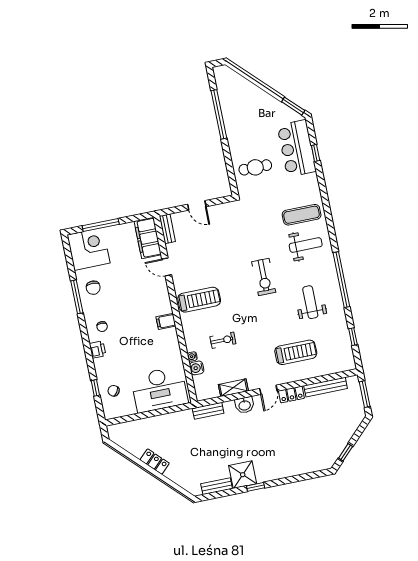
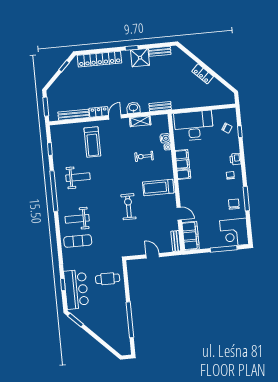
exercise bike: (264, 277) -> (128, 207), moved
weight bench: (310, 302) -> (78, 177), turned -90
filing cabinet: (170, 342) -> (182, 159), added
treadmill: (296, 352) -> (92, 142), turned -90
locker: (298, 467) -> (99, 59), added

